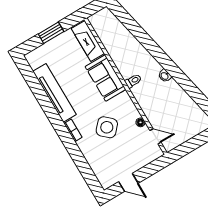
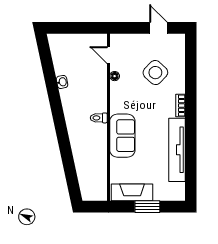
fireplace: (88, 41) -> (132, 192), moved, turned -90
washbasin: (165, 76) -> (62, 82), moved
side table: (107, 127) -> (155, 73), moved

